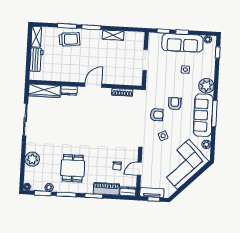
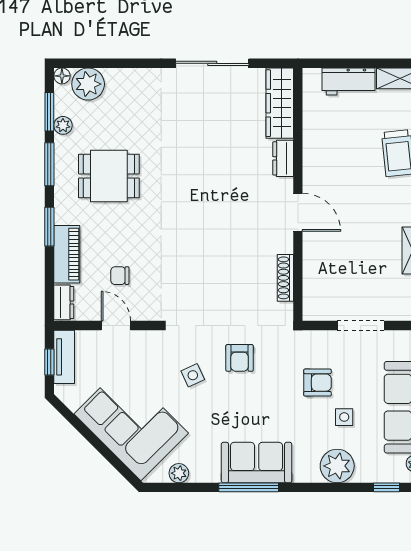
plant: (206, 86) -> (337, 466), moved
armchair: (175, 104) -> (317, 383), moved
sofa: (203, 115) -> (257, 463), width x0.73
plant: (32, 159) -> (88, 84), moved

